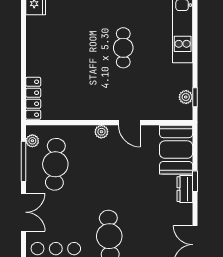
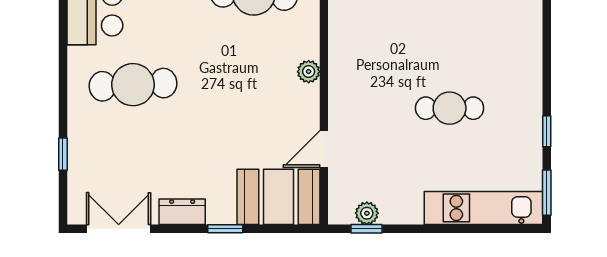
door: (129, 123) -> (324, 149), moved
dresser: (185, 189) -> (182, 212), moved

